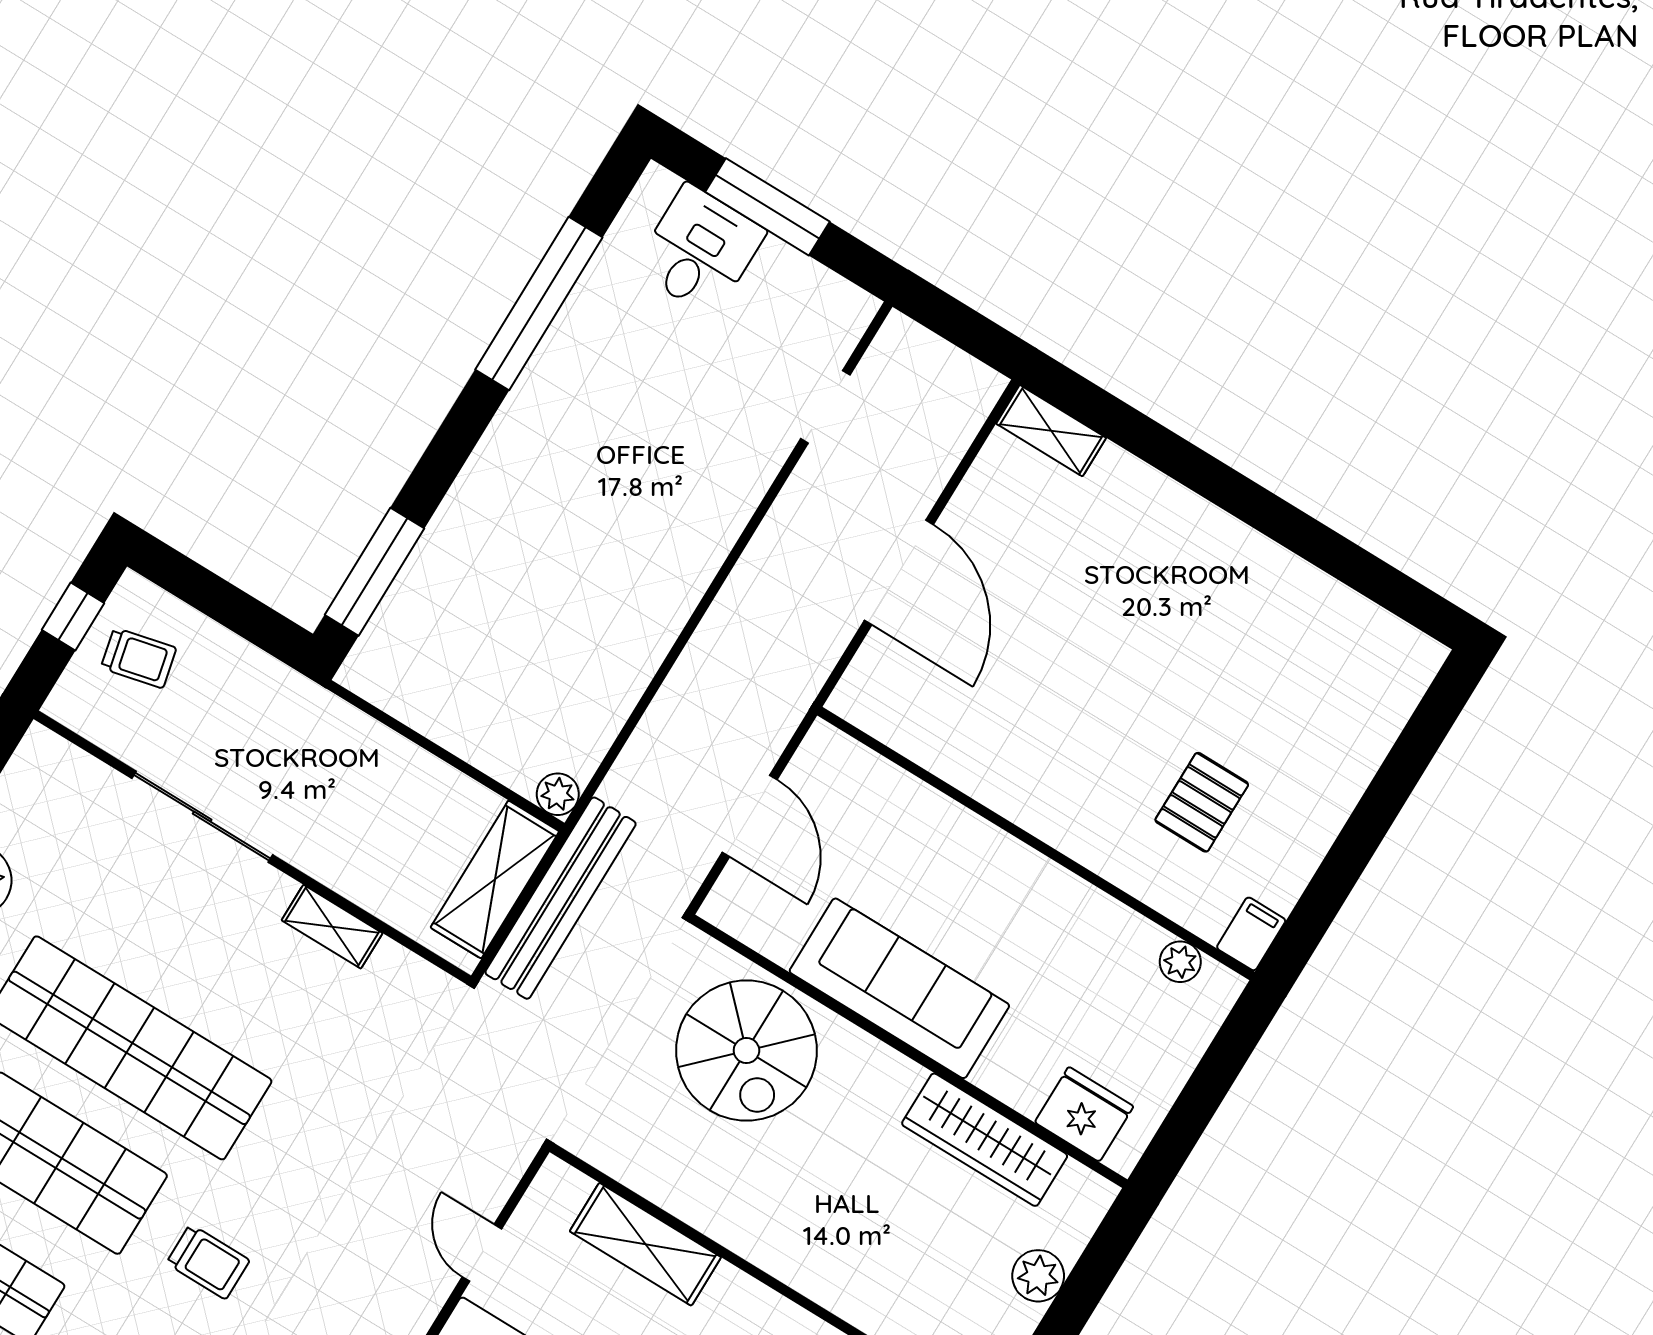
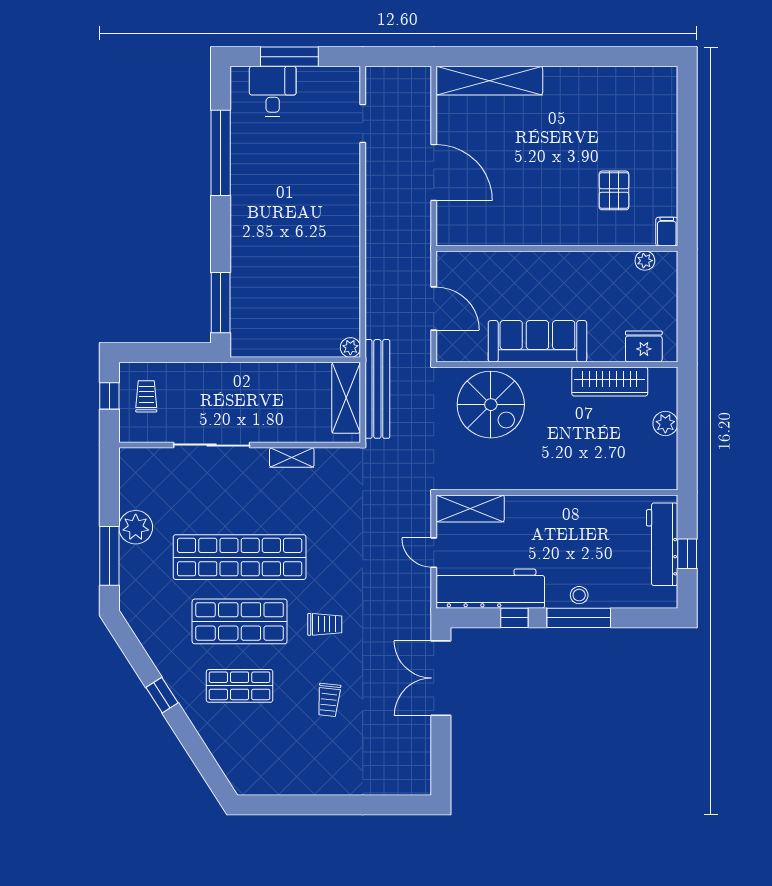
shelving: (1051, 431) -> (489, 81), width x2.20, depth x1.33
trolley: (139, 658) -> (146, 396), turned -77
shelving: (645, 1244) -> (470, 508), moved

